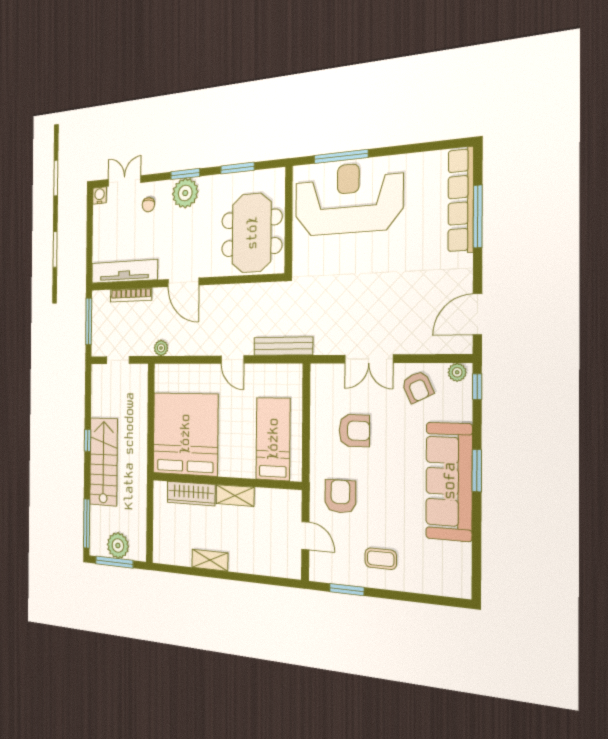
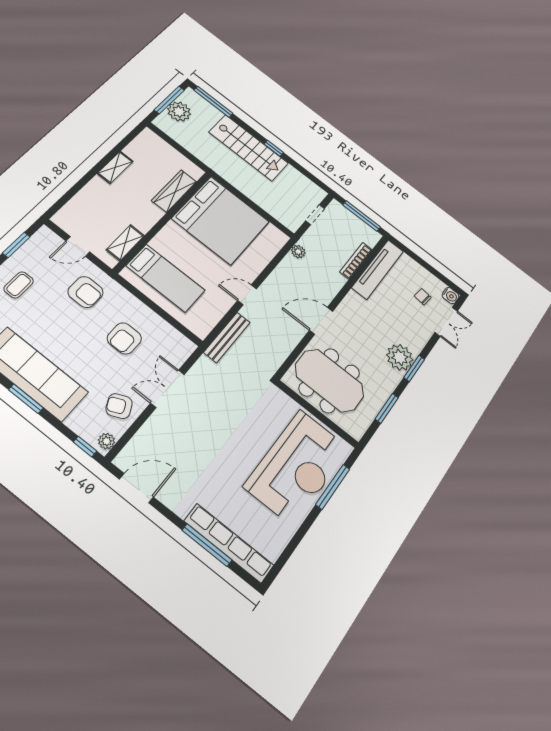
chair: (148, 205) -> (423, 297), moved
door: (183, 282) -> (321, 321), moved
door: (477, 314) -> (136, 488), hinge flipped
shelving: (235, 495) -> (125, 243), moved

